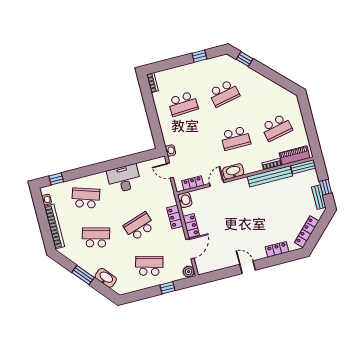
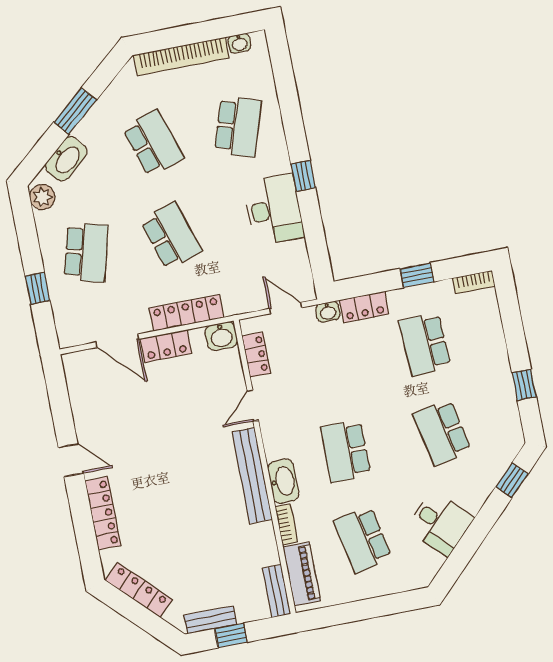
desk: (267, 92) -> (440, 523), added
window: (151, 110) -> (417, 275), added
locker: (167, 134) -> (364, 307), added
door: (170, 170) -> (286, 308), hinge flipped
washbasin: (233, 171) -> (283, 481), moved
bench: (270, 176) -> (252, 476), moved
window: (56, 179) -> (303, 176), moved
door: (217, 183) -> (253, 406), swing flipped
locker: (175, 217) -> (186, 313), width x1.53
school desk: (96, 237) -> (153, 143), turned -33
locker: (277, 249) -> (103, 513), width x1.53
door: (248, 267) -> (71, 460), hinge flipped
plant: (189, 272) -> (42, 197), moved

